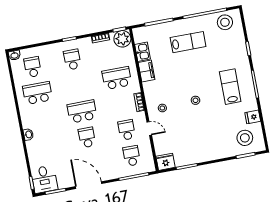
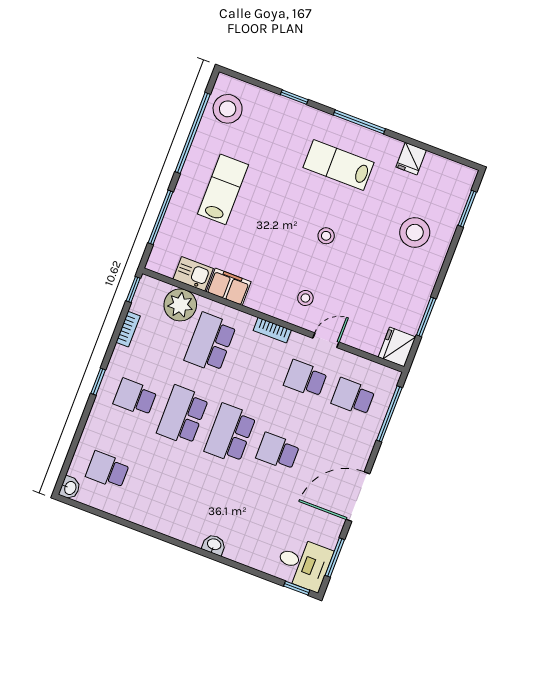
plant: (122, 39) -> (180, 305), moved
school desk: (37, 93) -> (183, 415), moved
stool: (245, 138) -> (415, 233), moved

